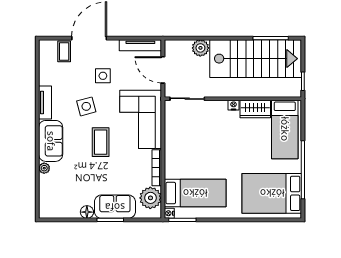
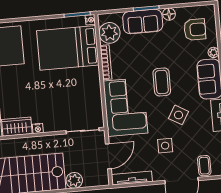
door: (163, 70) -> (108, 156), hinge flipped
side table: (86, 106) -> (179, 115), turned 45
bed: (195, 193) -> (68, 48), width x1.50
armchair: (62, 194) -> (195, 30), added

